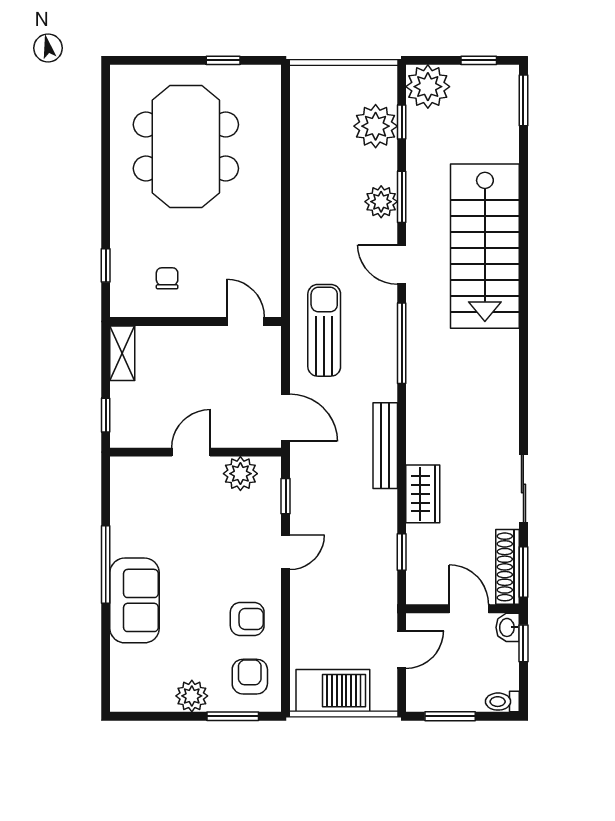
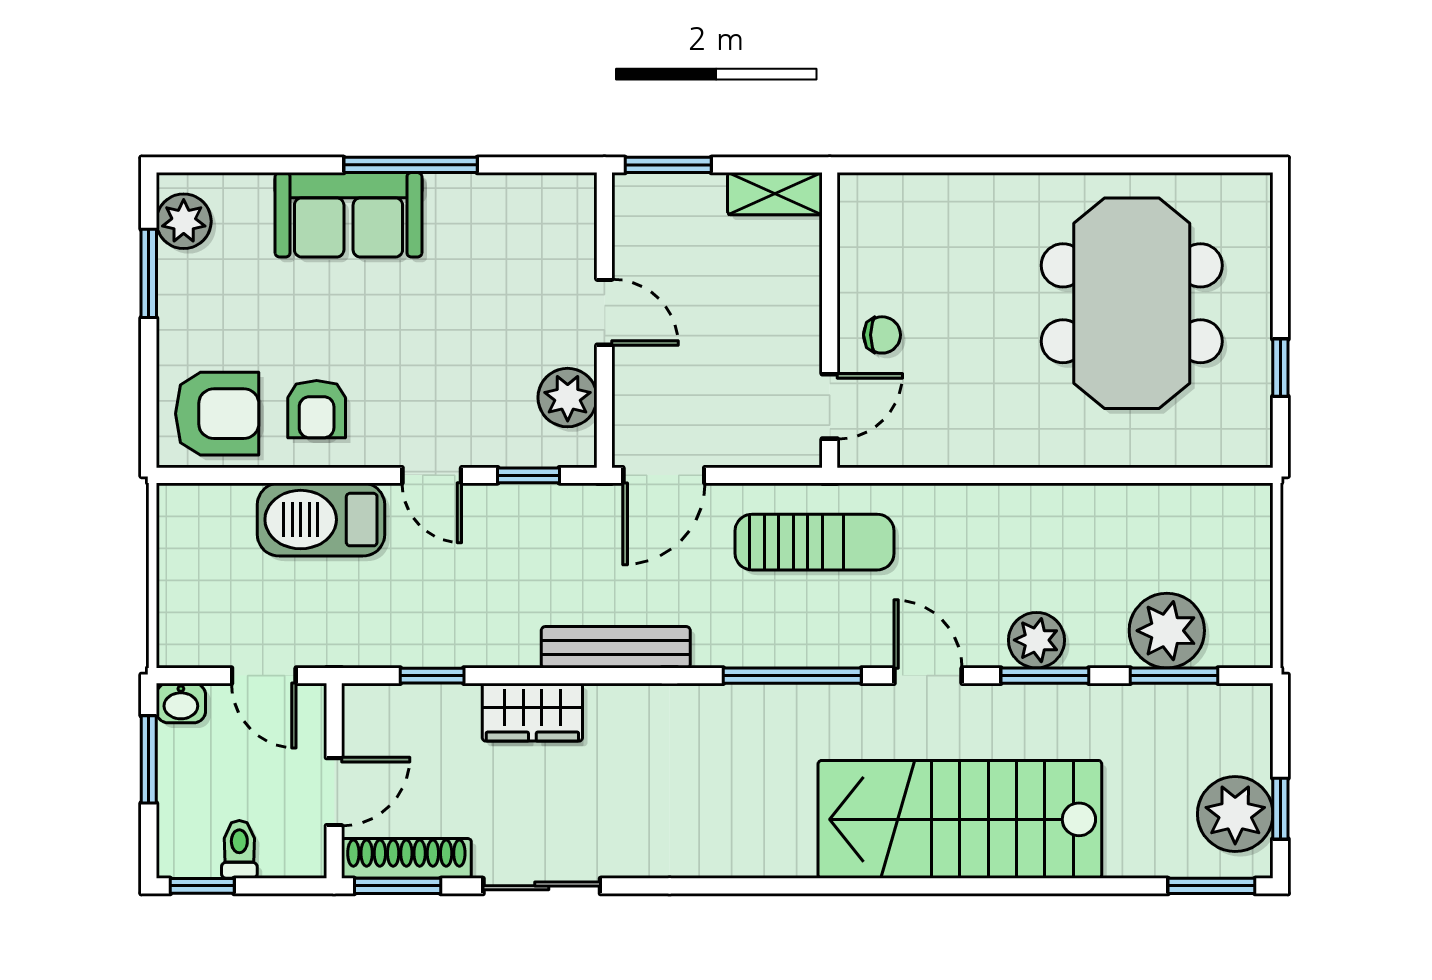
plant: (428, 87) -> (1235, 814), moved
window: (402, 122) -> (1174, 676), width x1.50
meeting table: (186, 147) -> (1132, 303), turned 90
window: (106, 265) -> (927, 165), removed
door: (402, 265) -> (928, 676), hinge flipped
chair: (167, 278) -> (882, 335), moved
window: (106, 415) -> (668, 165), width x1.50
washbasin: (508, 627) -> (181, 703), moved, turned 180
window: (523, 643) -> (202, 886), moved
armchair: (250, 677) -> (217, 414), width x1.38, depth x1.38
barbecue: (333, 691) -> (321, 520), moved, turned 90
plant: (192, 696) -> (184, 221), moved
toilet: (502, 702) -> (239, 849), moved
window: (233, 716) -> (149, 273), moved

